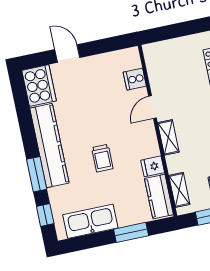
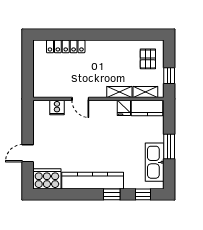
shelving: (168, 137) -> (119, 92), moved
trolley: (102, 158) -> (110, 144), removed
window: (37, 174) -> (112, 194), width x0.67
window: (131, 232) -> (169, 147), moved

